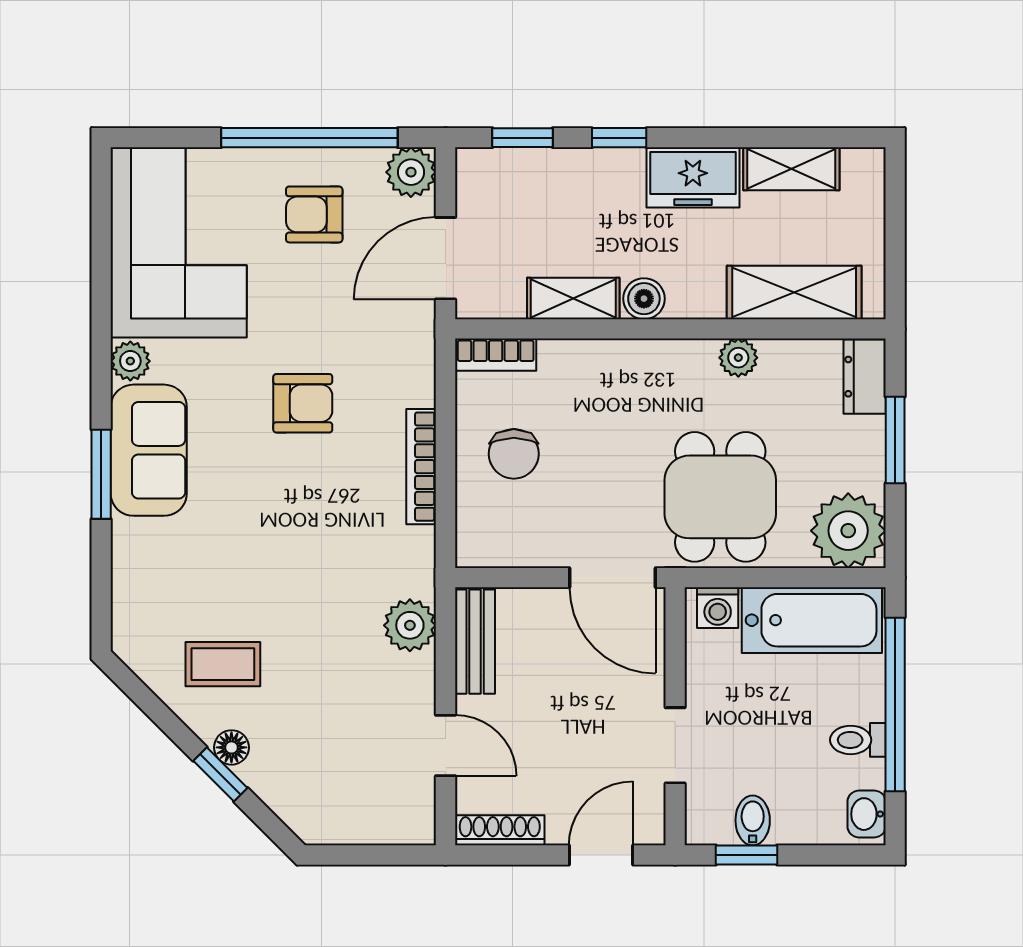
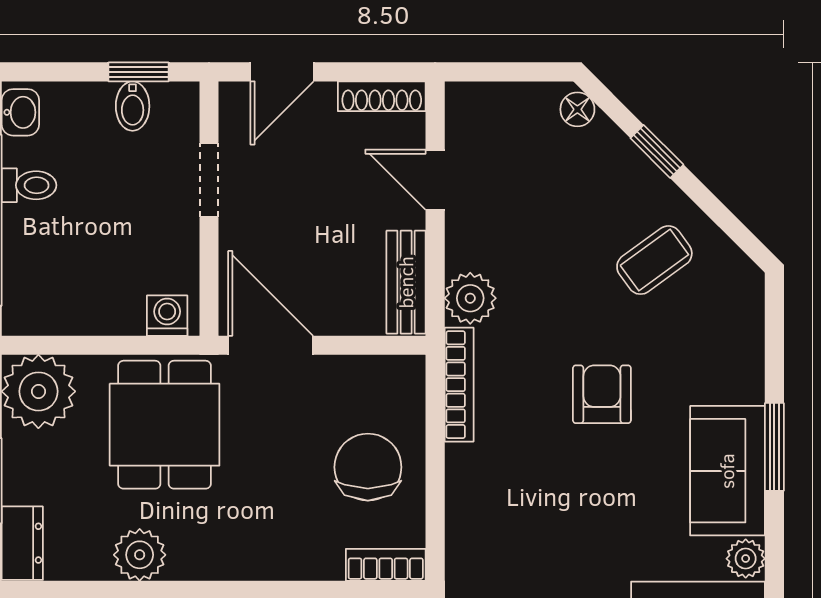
plant: (738, 358) -> (140, 555), width x1.38, depth x1.38
armchair: (303, 403) -> (602, 394), moved, turned 90
chair: (514, 454) -> (368, 467), width x1.37, depth x1.37
bookcase: (421, 467) -> (459, 385), moved
bathtub: (812, 620) -> (74, 303), removed
coffee table: (223, 664) -> (654, 260), turned -36
floor lamp: (231, 747) -> (577, 109), moved

